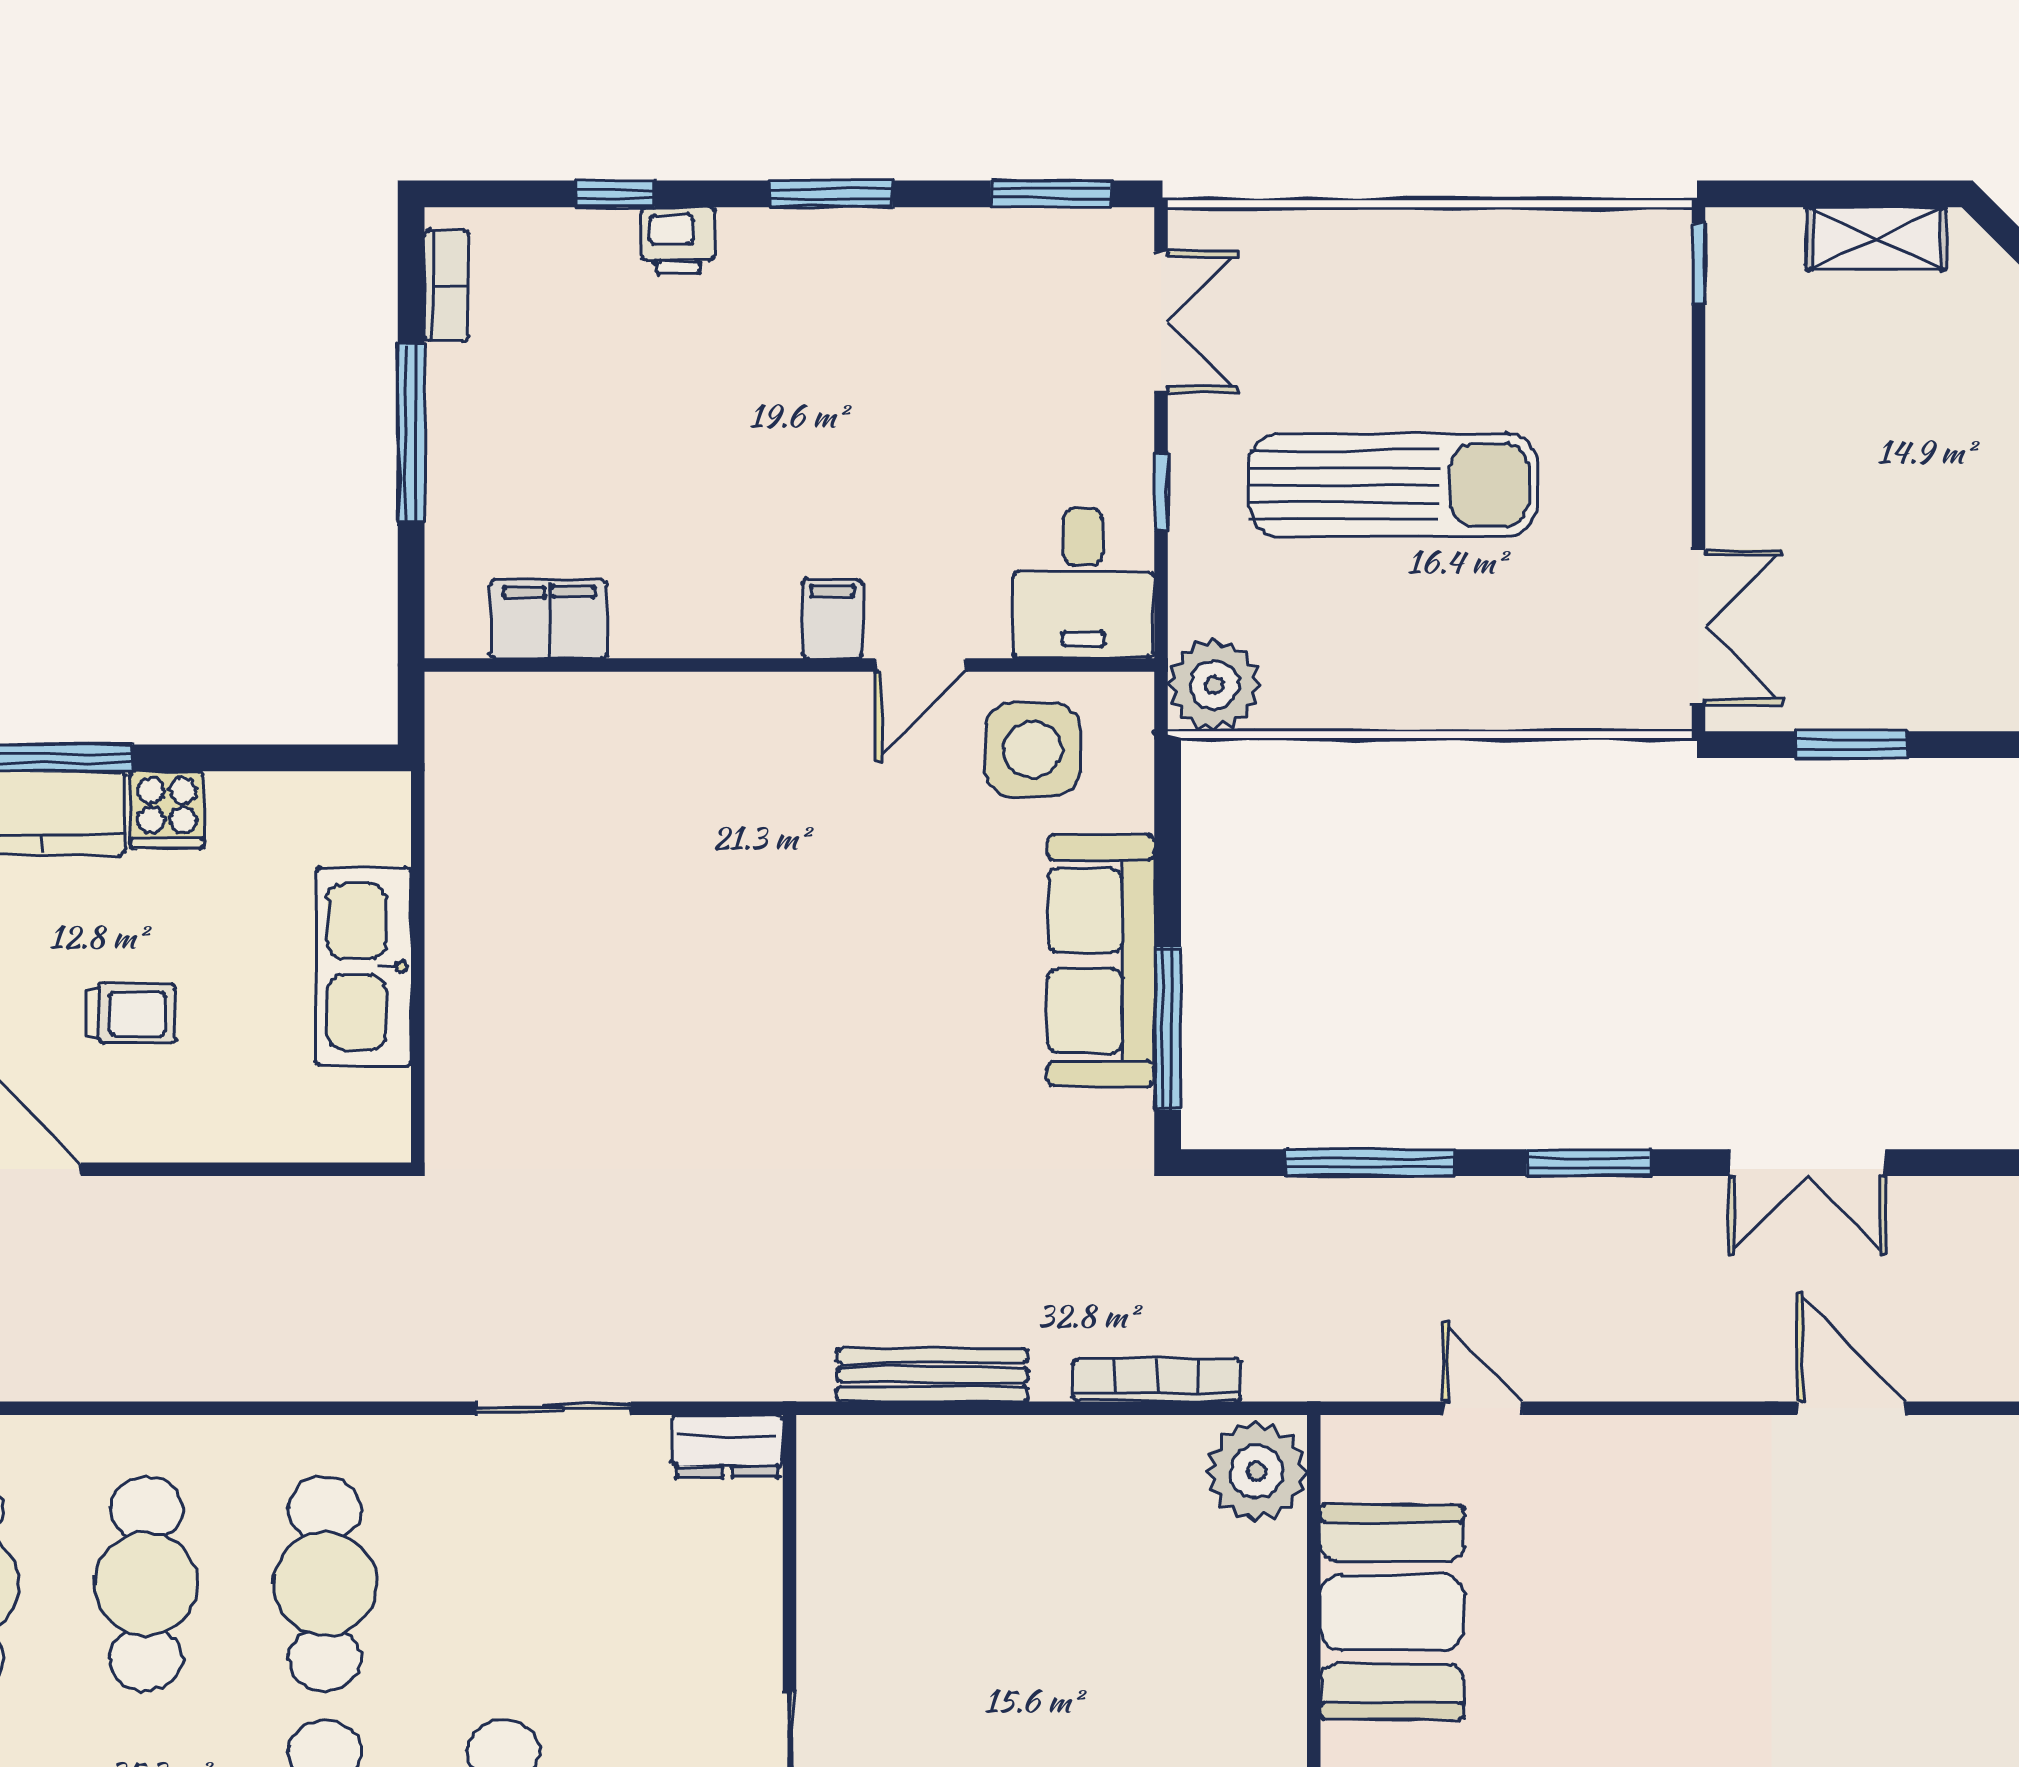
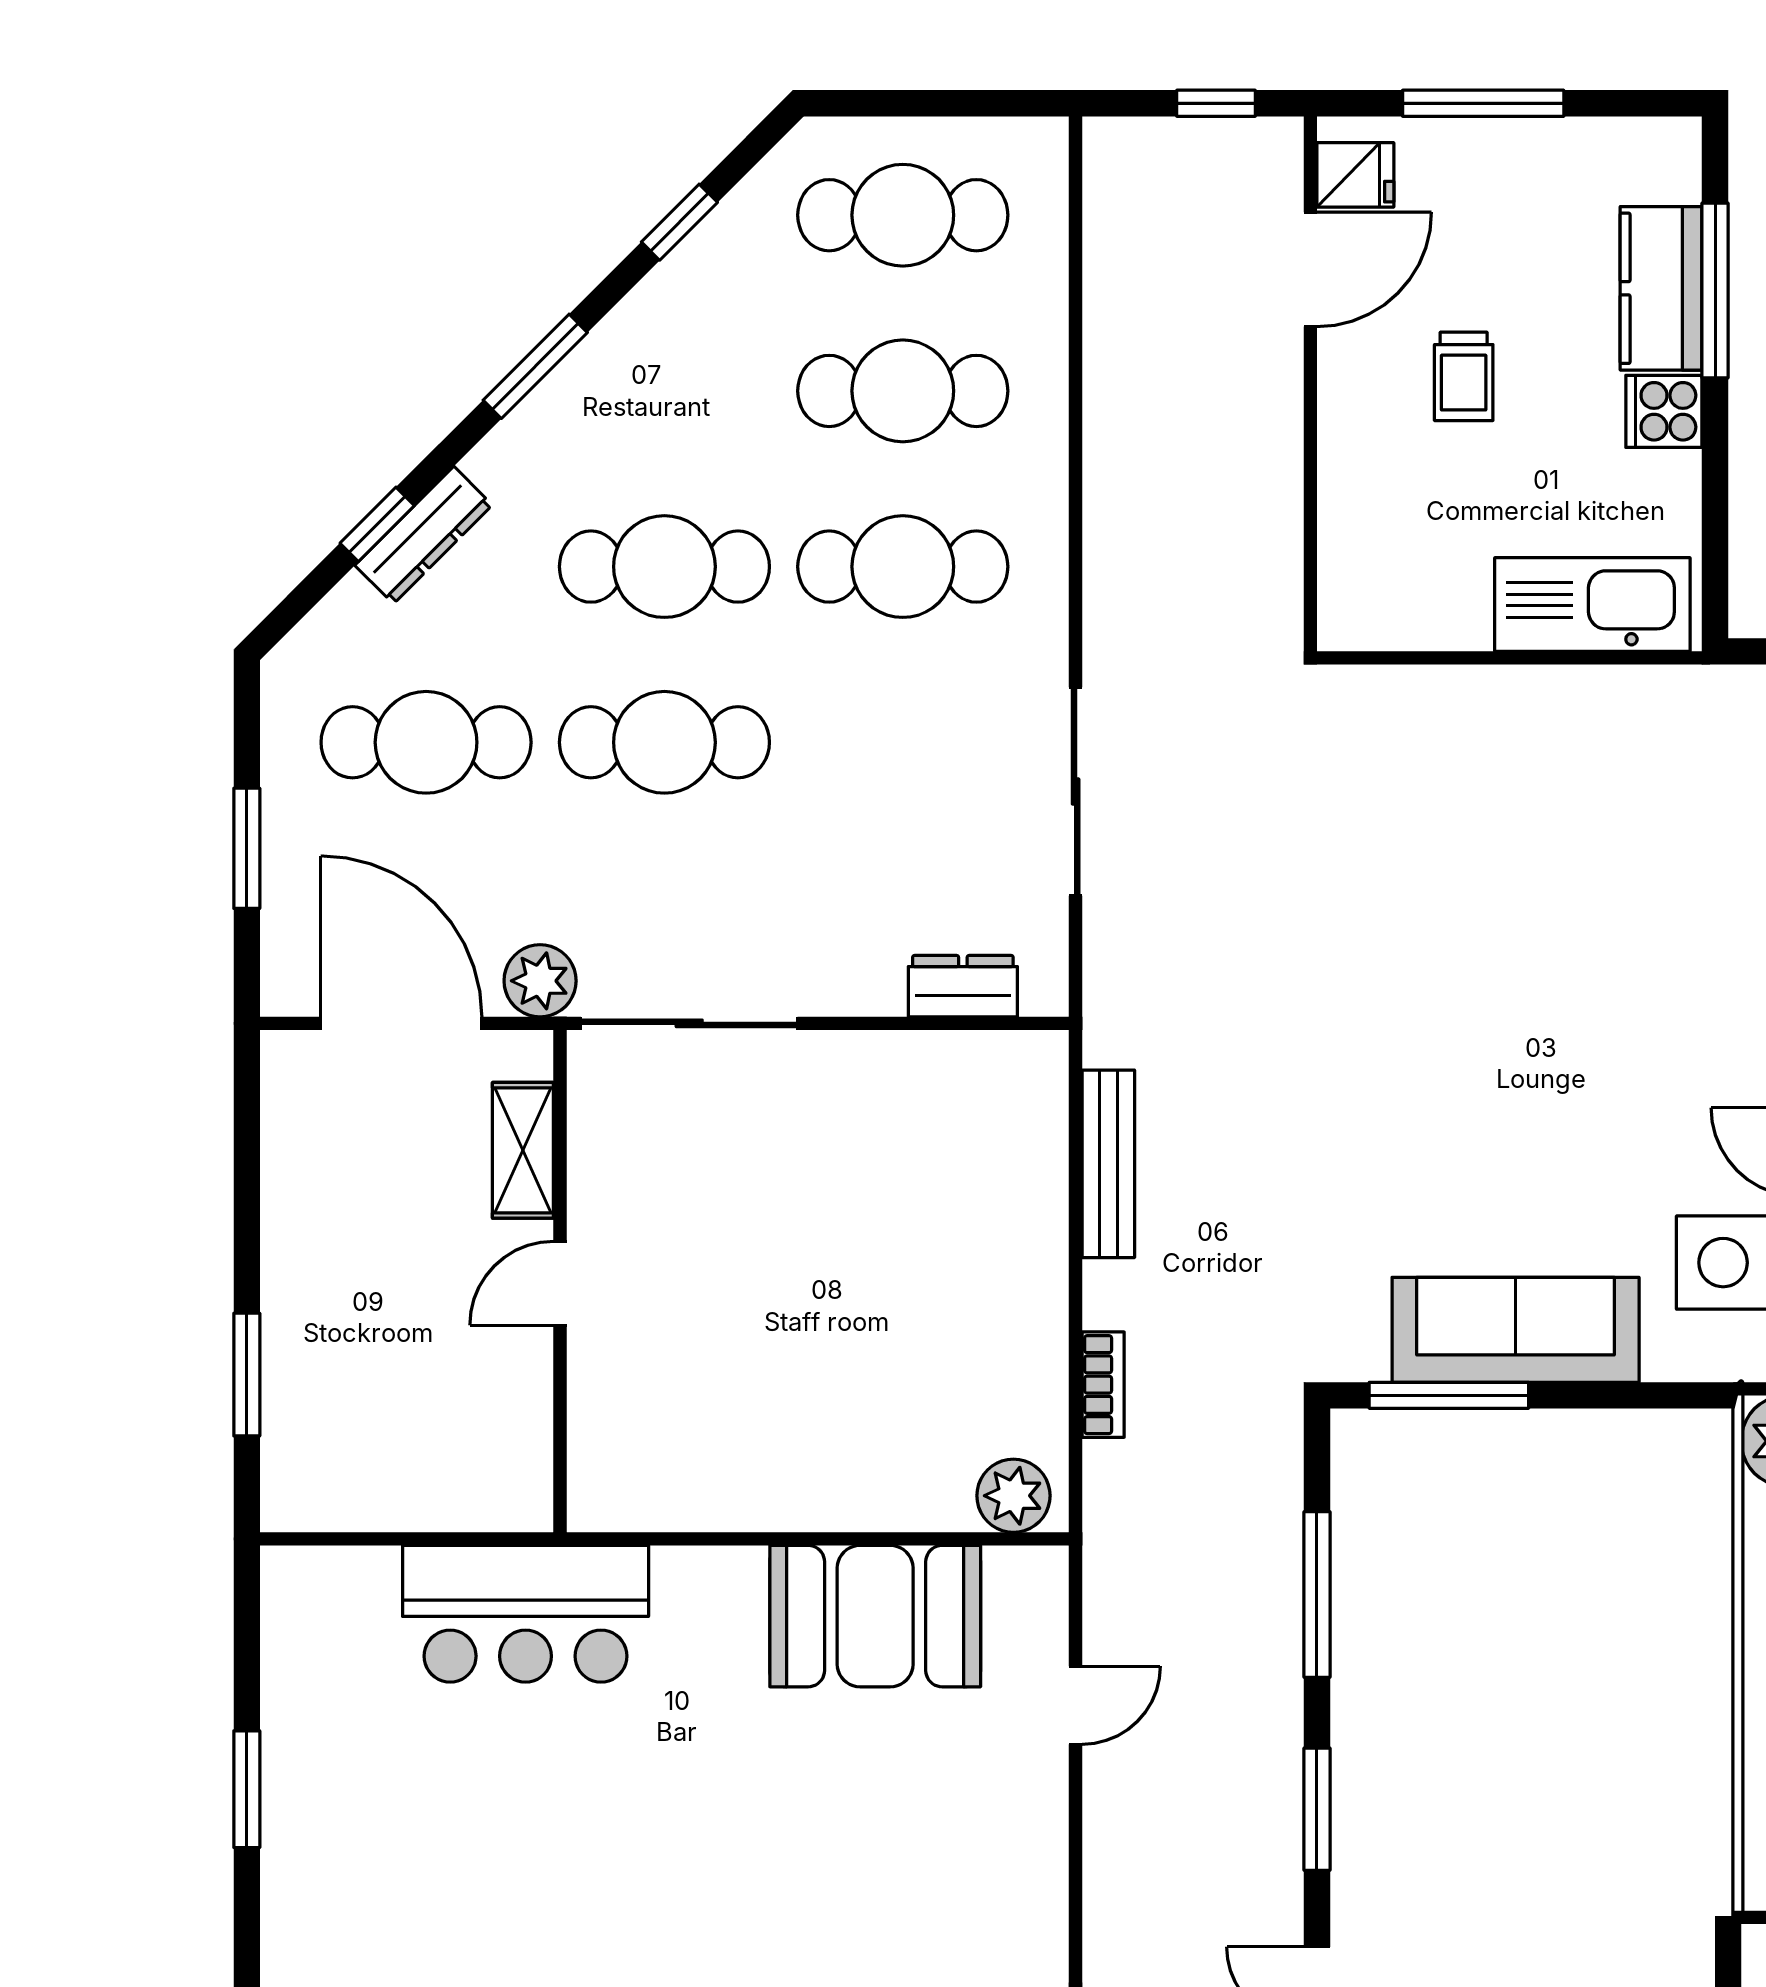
kitchen sink: (363, 966) -> (1592, 605), moved
bookcase: (1157, 1380) -> (1103, 1385), width x0.64
sliding door: (554, 1408) -> (1076, 792), width x1.37
dresser: (727, 1446) -> (963, 986), moved, turned 90
plant: (1256, 1471) -> (1013, 1496), width x0.73, depth x0.73

